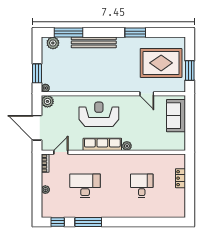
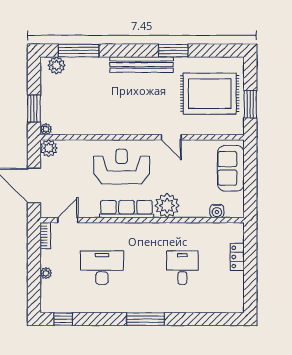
bench: (94, 42) -> (141, 65), moved
door: (147, 94) -> (171, 137), moved
plant: (127, 146) -> (167, 206), width x1.88, depth x1.88
water cooler: (166, 146) -> (217, 211), added
window: (88, 222) -> (146, 319), moved

